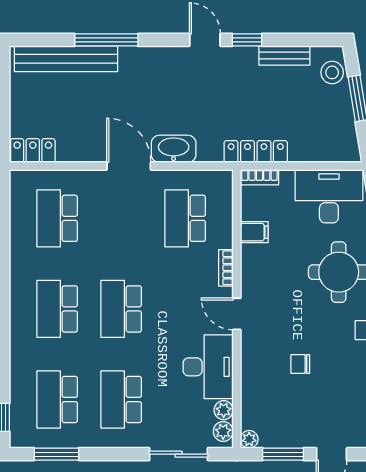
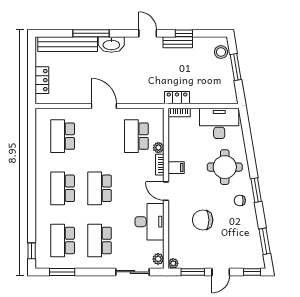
window: (247, 40) -> (184, 33), moved
bench: (284, 56) -> (178, 42), moved
washbasin: (174, 149) -> (111, 45), moved, turned 180
locker: (33, 151) -> (42, 80), moved, turned 90
locker: (256, 152) -> (177, 98), width x0.66
filing cabinet: (254, 232) -> (176, 168), moved
chair: (300, 364) -> (203, 220), width x1.87, depth x1.87
plant: (224, 410) -> (158, 148), moved

